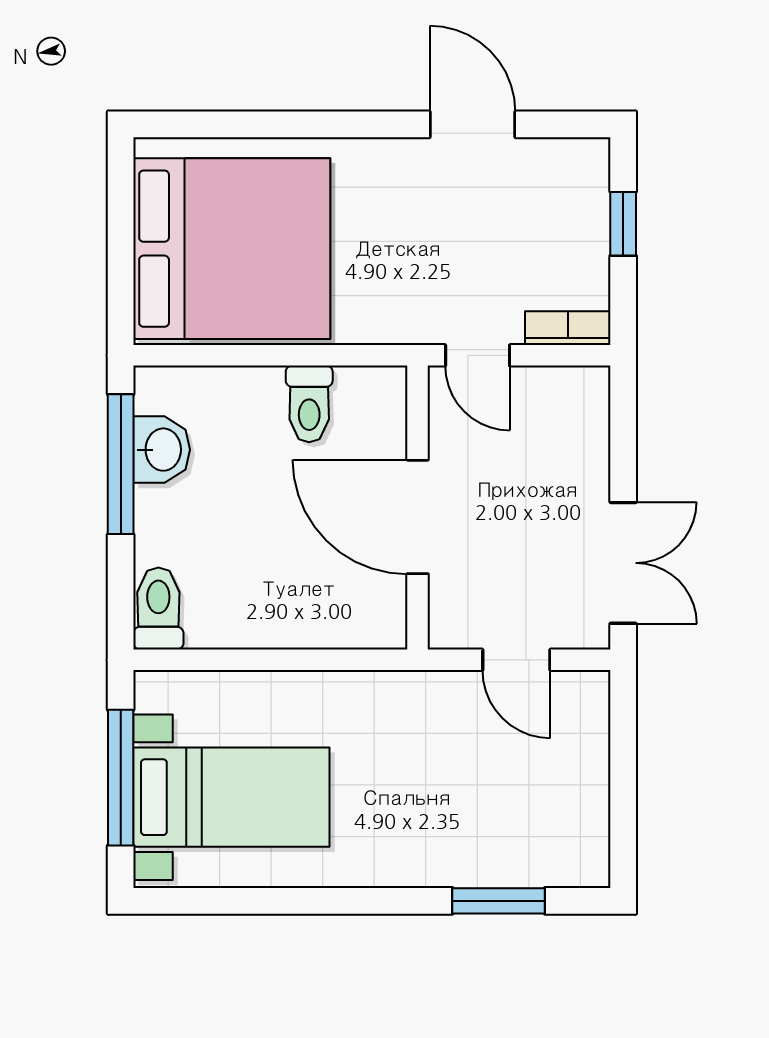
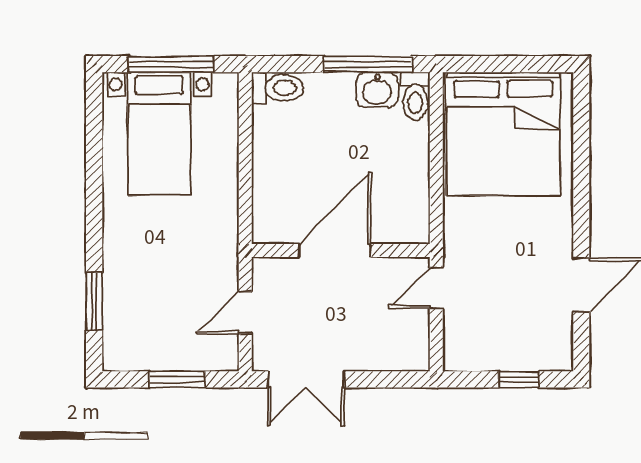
bookcase: (568, 328) -> (453, 345), removed
toilet: (309, 404) -> (415, 96), moved, turned -90
window: (623, 768) -> (177, 379), added

